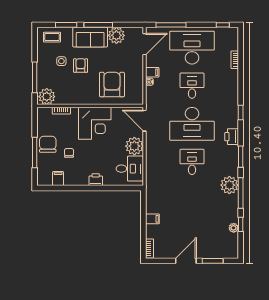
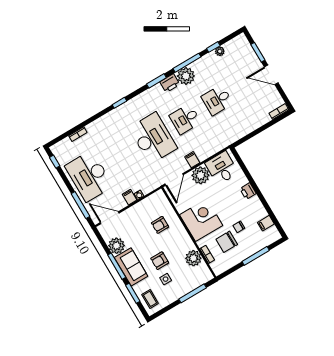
armchair: (112, 85) -> (160, 225), width x0.53, depth x0.53
desk: (192, 86) -> (217, 100), moved
plant: (47, 97) -> (193, 258), moved
printer: (232, 137) -> (170, 83), moved
chair: (48, 144) -> (227, 242), moved
filing cabinet: (152, 219) -> (192, 160), moved

